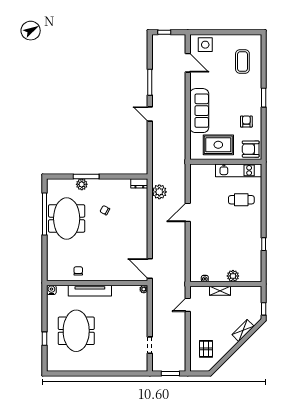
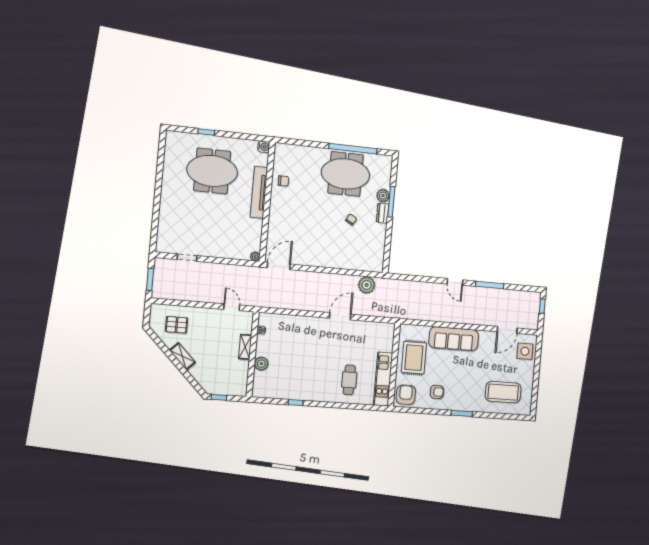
coffee table: (242, 61) -> (503, 392), width x1.36, depth x1.32
door: (150, 114) -> (455, 282), swing flipped
dresser: (139, 183) -> (383, 213), moved
door: (188, 212) -> (340, 316), hinge flipped
shelving: (243, 330) -> (182, 356), moved

